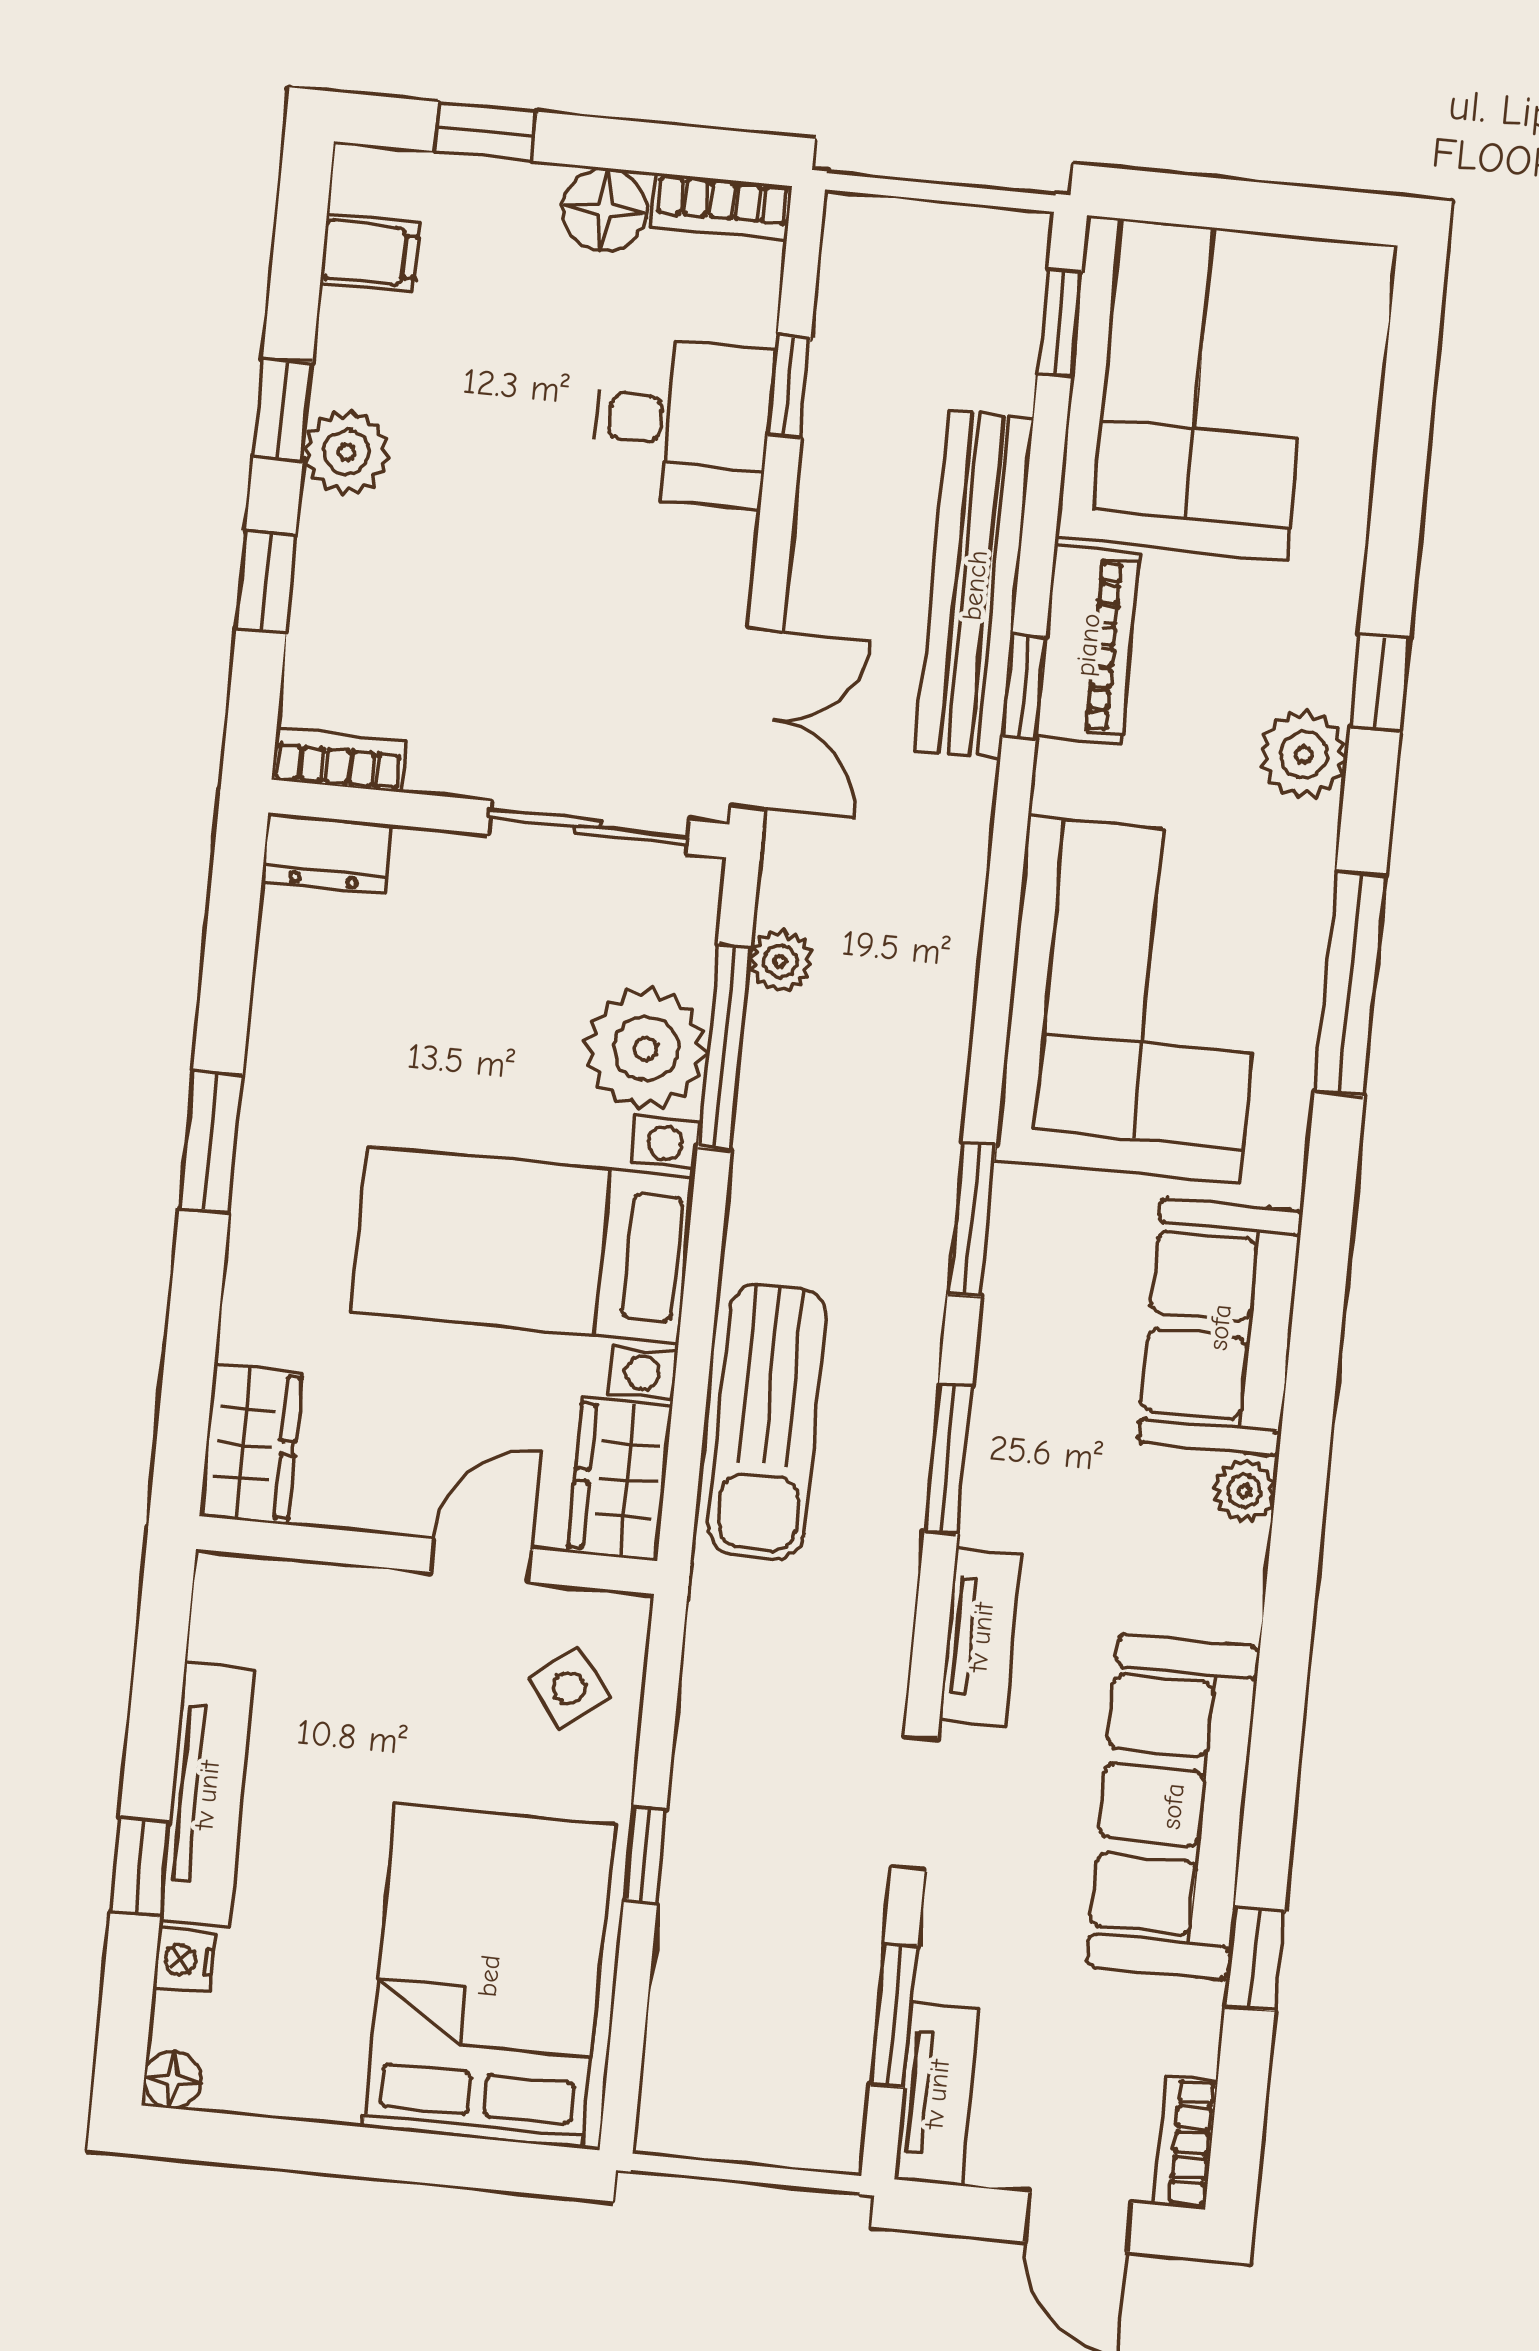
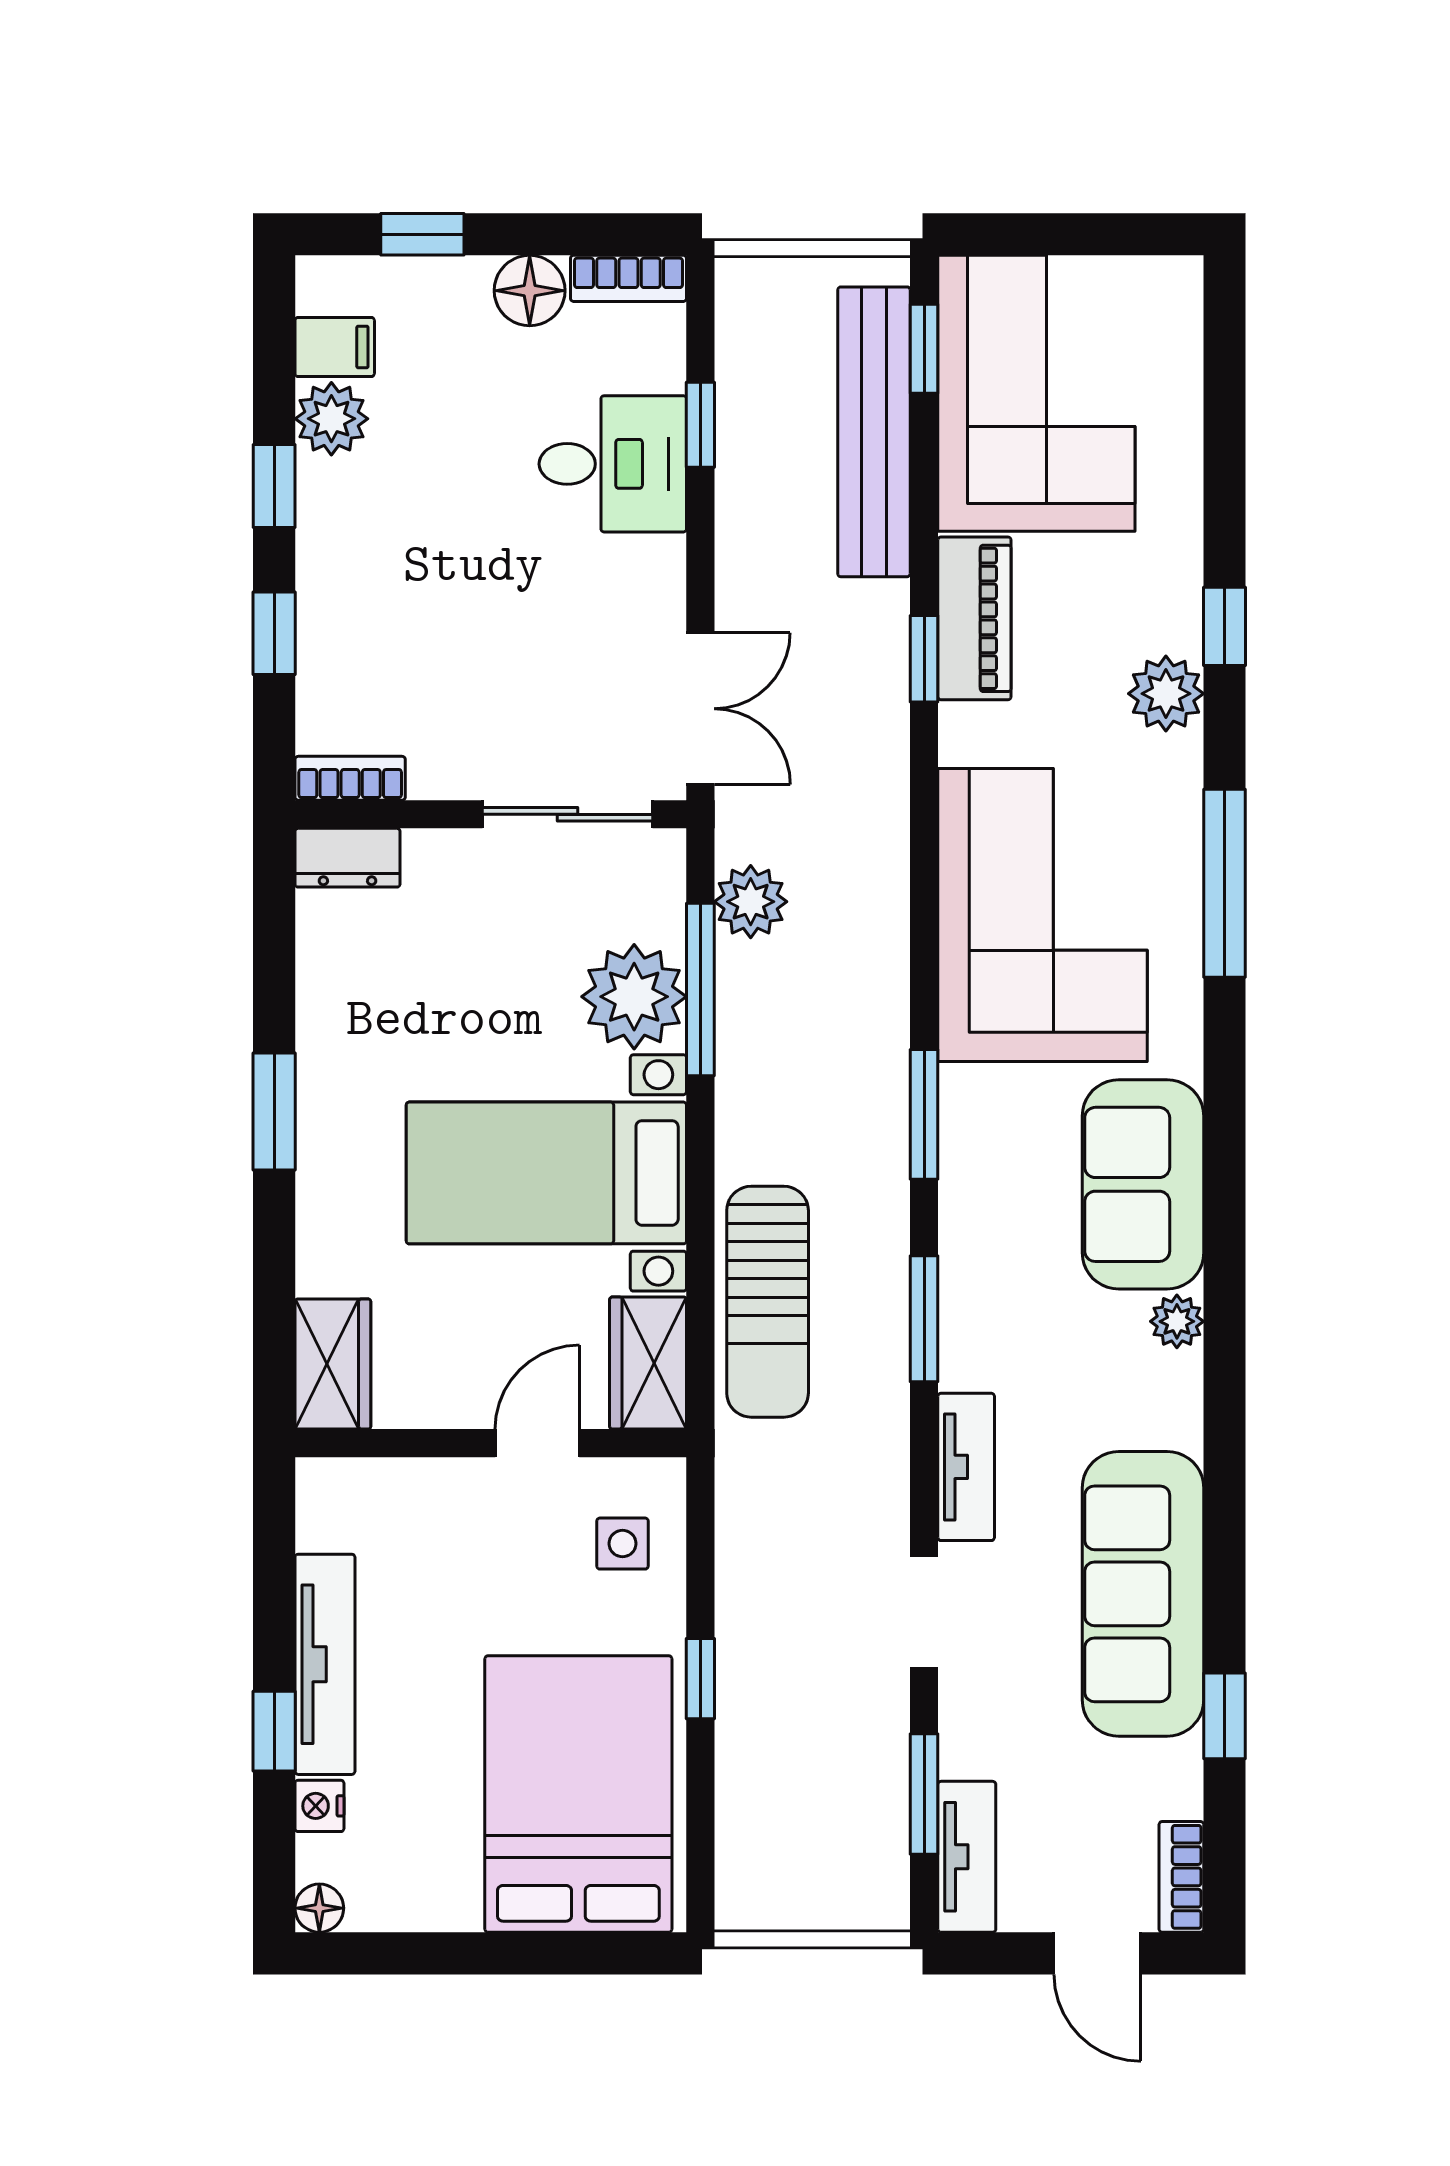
plant: (346, 452) -> (331, 419), moved
bench: (975, 585) -> (874, 432), moved
plant: (780, 961) -> (751, 902), width x1.38, depth x1.38
side table: (569, 1688) -> (622, 1544), turned 37

